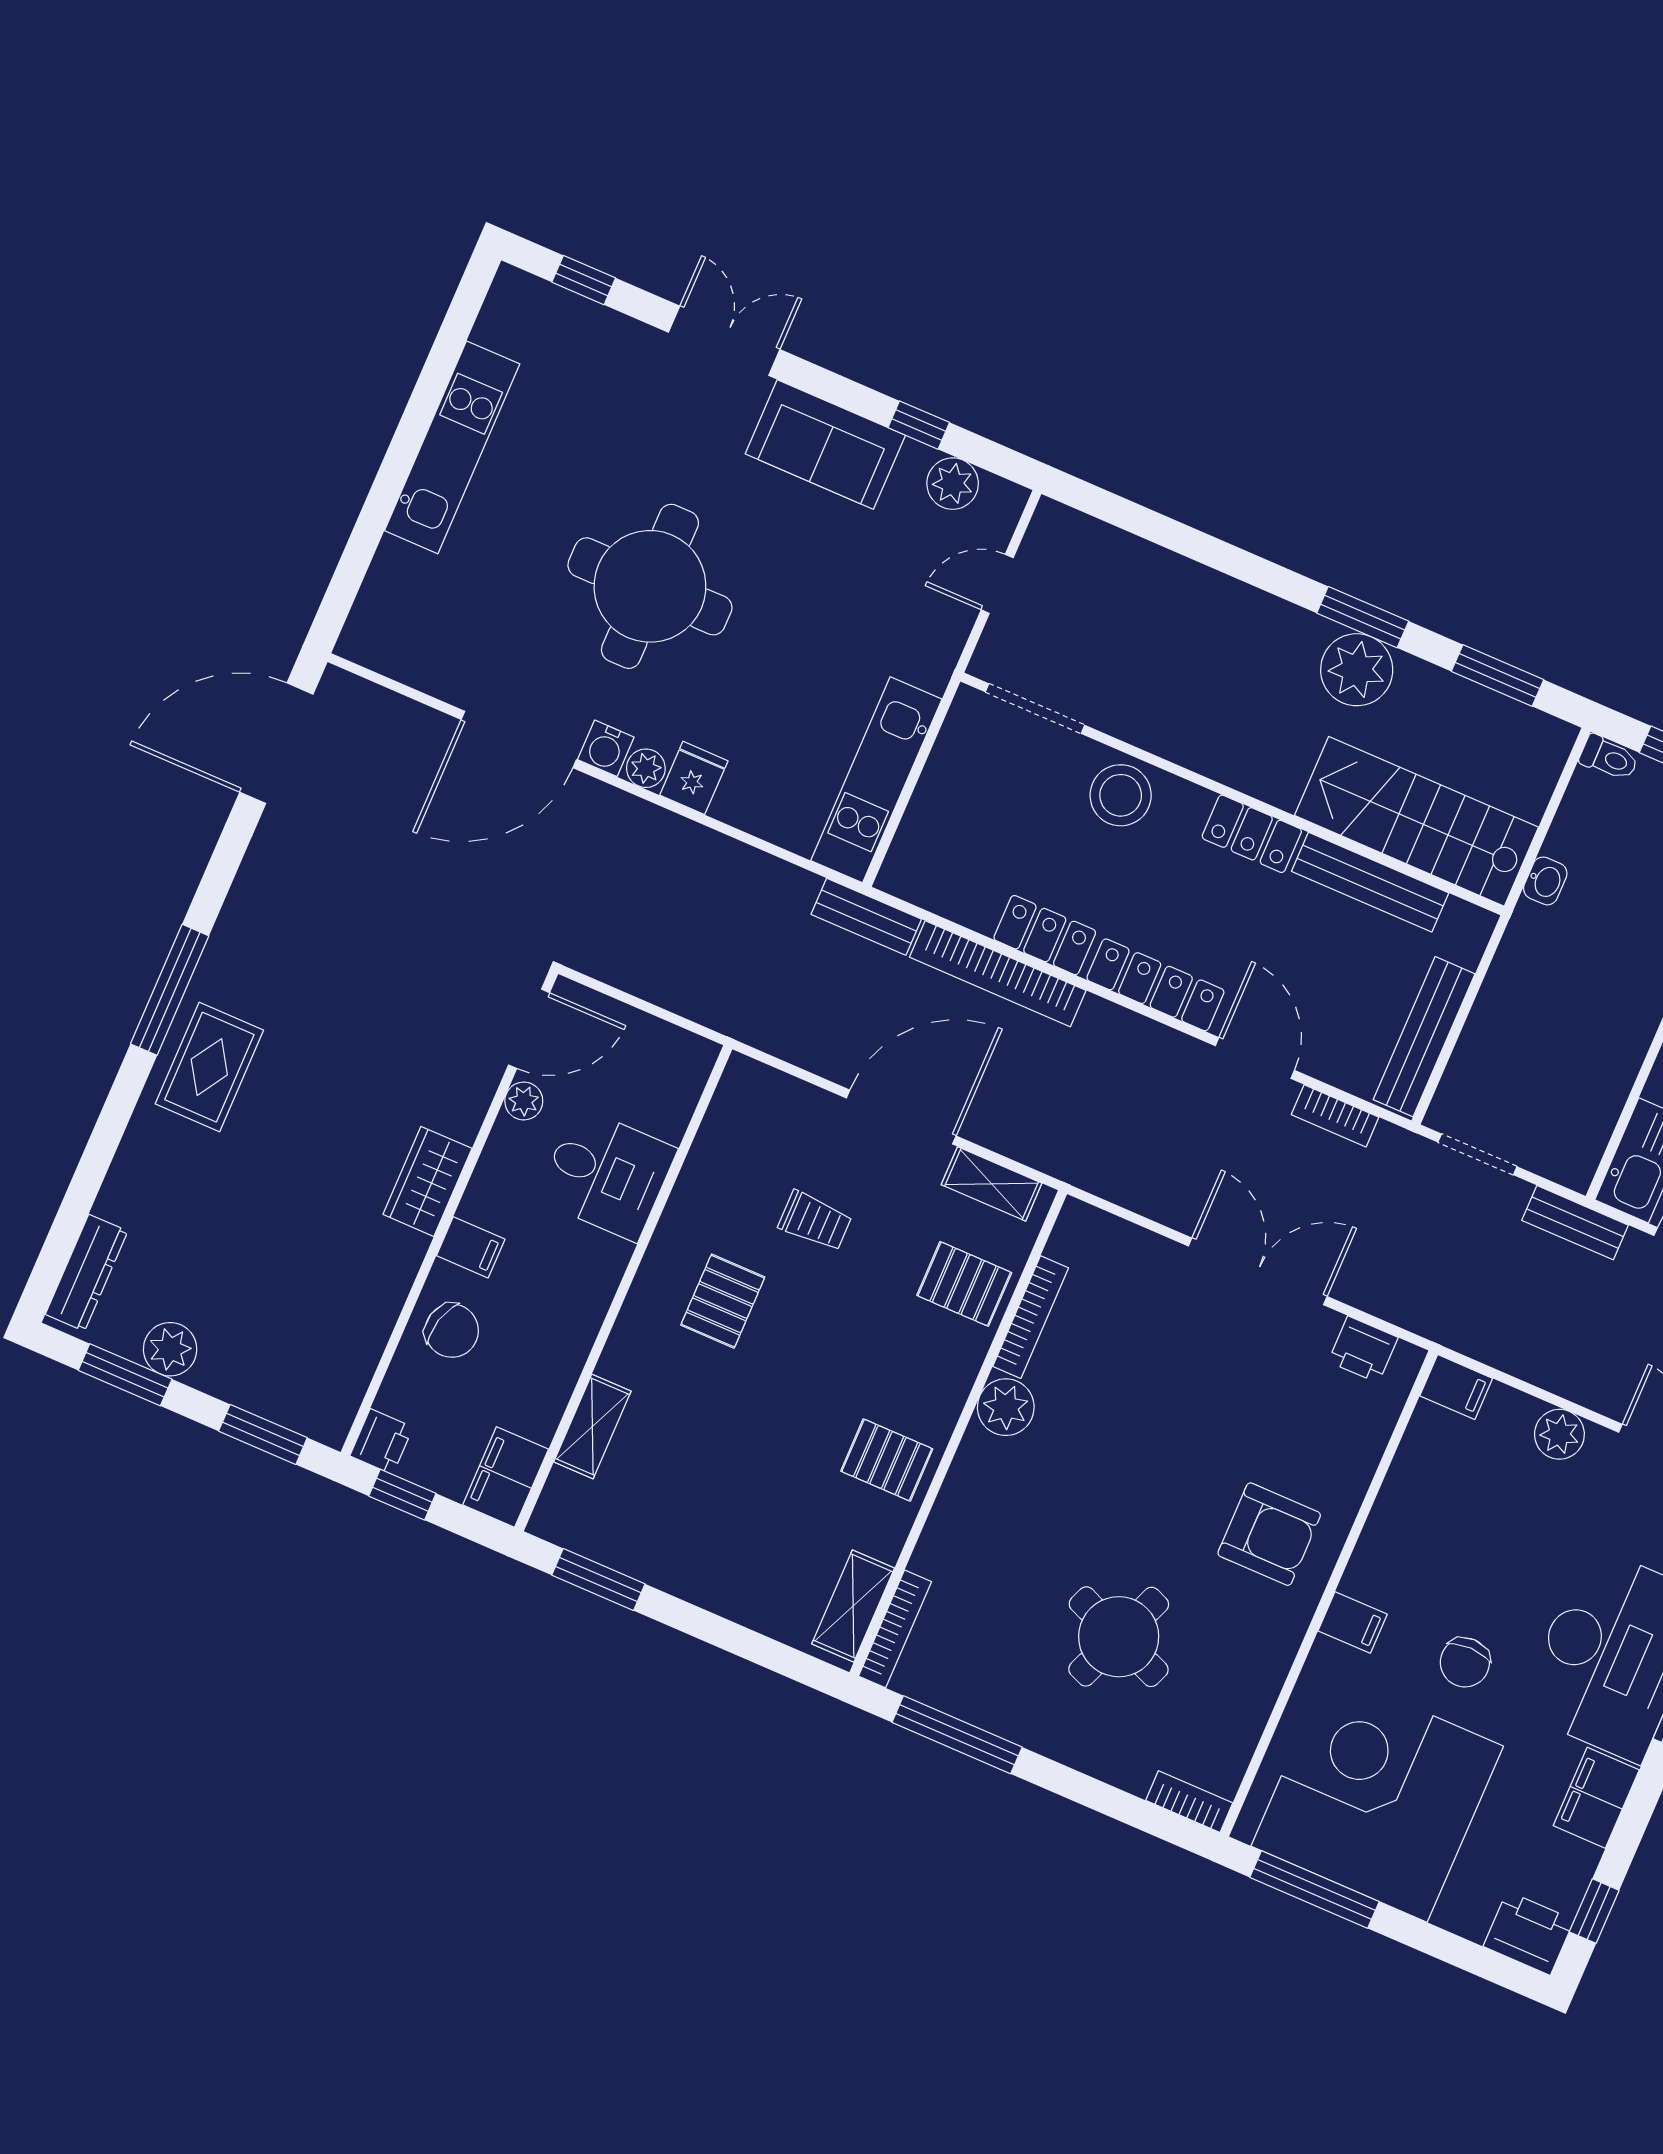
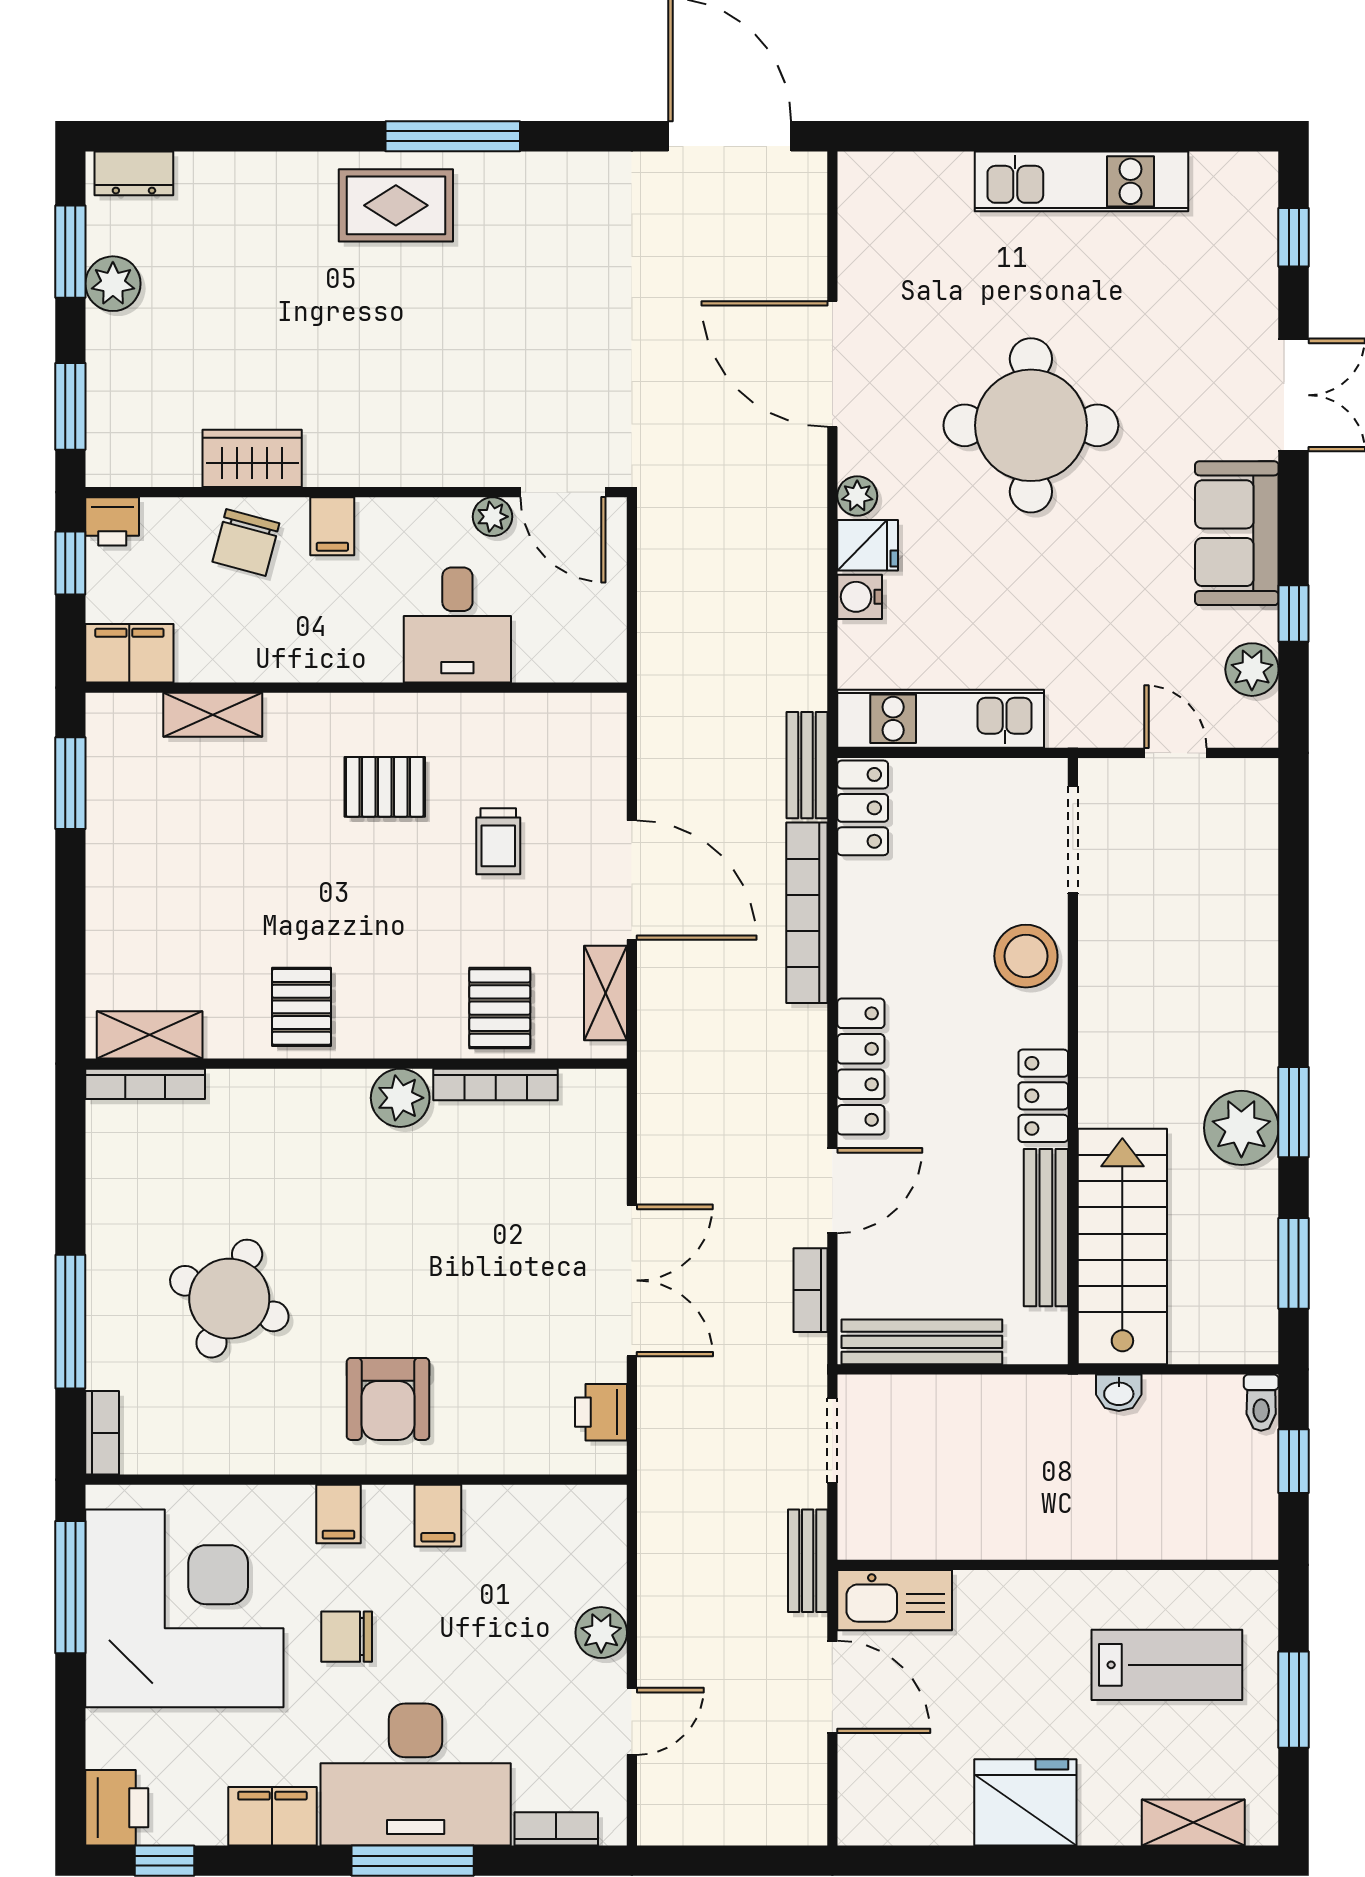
water cooler: (606, 748) -> (860, 597), moved
locker: (1045, 935) -> (863, 808), moved
wardrobe: (427, 1181) -> (252, 458), moved
dresser: (86, 1273) -> (134, 173), width x0.70
filing cabinet: (1456, 1387) -> (438, 1516), moved
window: (957, 1735) -> (70, 1322), moved

